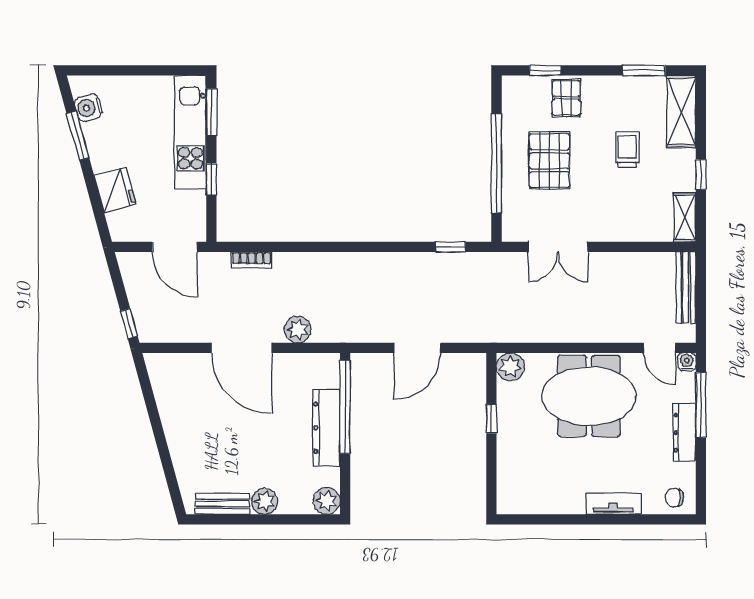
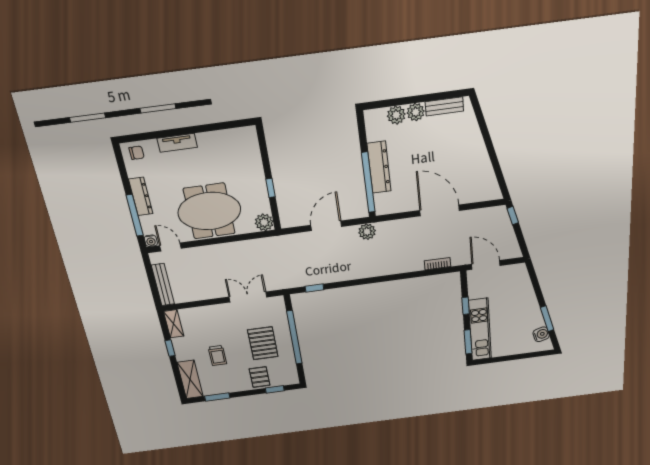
fridge: (115, 190) -> (524, 292), removed
plant: (298, 329) -> (367, 232), moved
plant: (327, 501) -> (396, 115), moved

